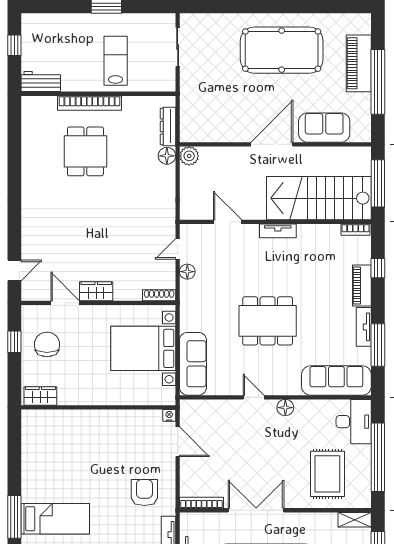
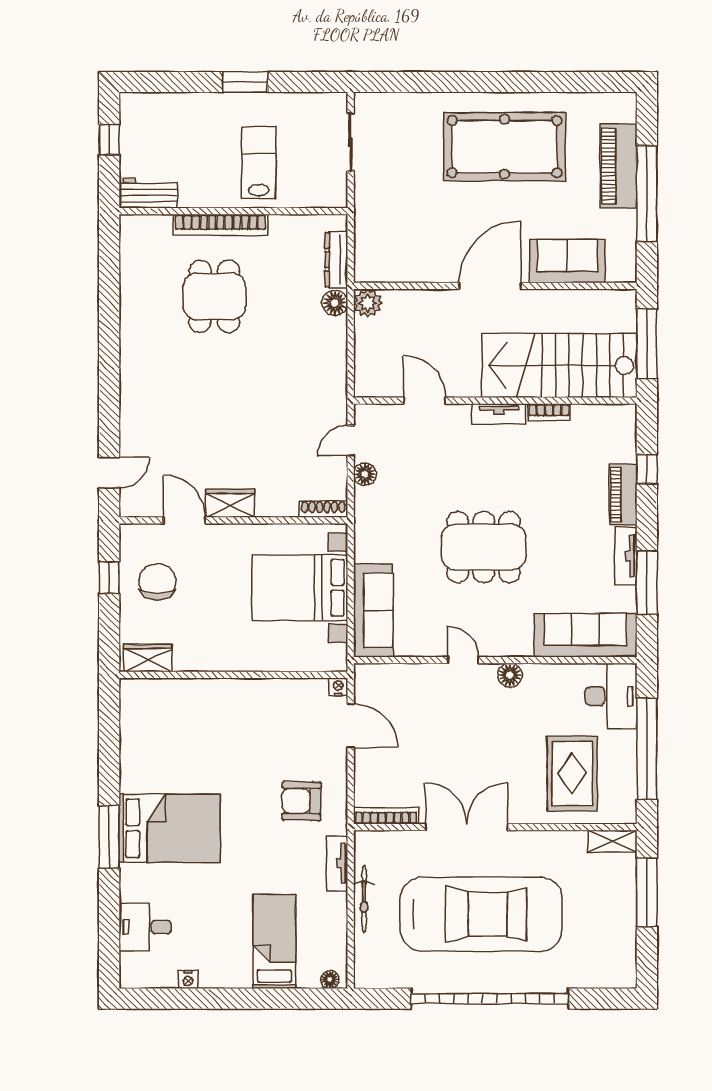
bookcase: (355, 230) -> (549, 412), moved
armchair: (144, 493) -> (302, 801), turned -89
bed: (55, 519) -> (170, 828), width x1.50

